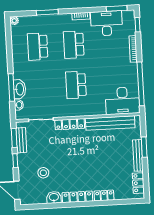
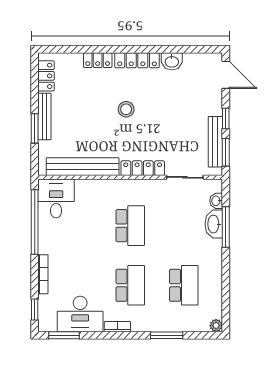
desk: (122, 101) -> (56, 199), width x0.73
bench: (21, 140) -> (215, 142), width x1.36
stool: (43, 173) -> (126, 109), moved

